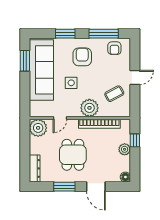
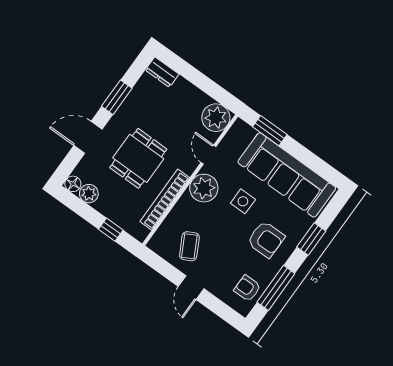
window: (25, 61) -> (270, 131), moved
plant: (89, 108) -> (204, 188), moved
plant: (125, 149) -> (89, 194), moved
dining table: (73, 155) -> (138, 158), moved, turned 90
dresser: (35, 168) -> (162, 72), width x0.70

